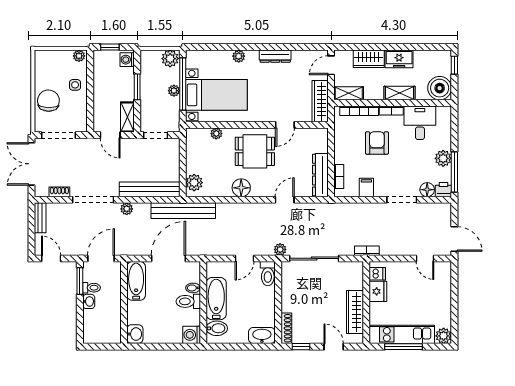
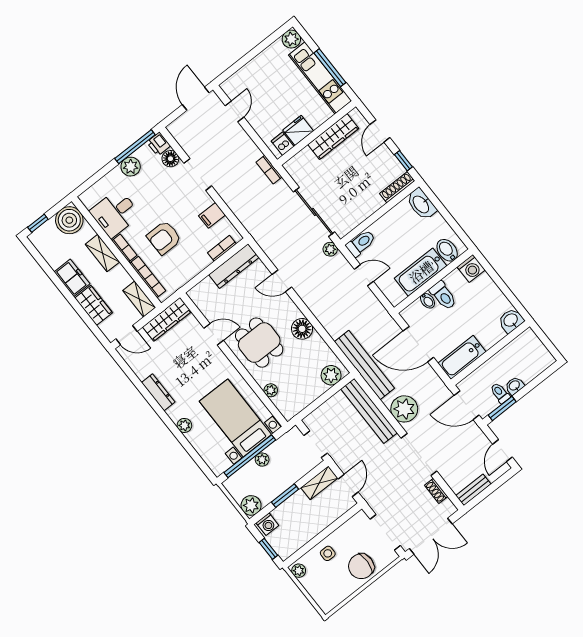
plant: (170, 59) -> (251, 505), moved
plant: (127, 209) -> (404, 409), width x1.87, depth x1.87

